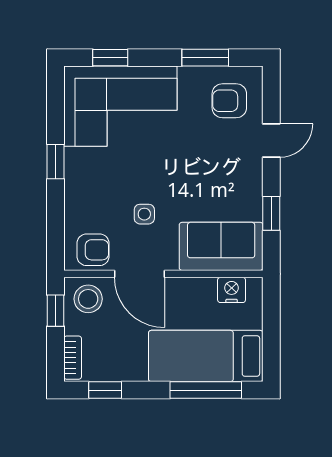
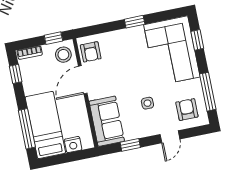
window: (205, 58) -> (208, 92), width x1.44
door: (271, 141) -> (170, 137), hinge flipped
side table: (144, 214) -> (147, 103), moved
nightstand: (232, 290) -> (73, 145), moved, turned 90

